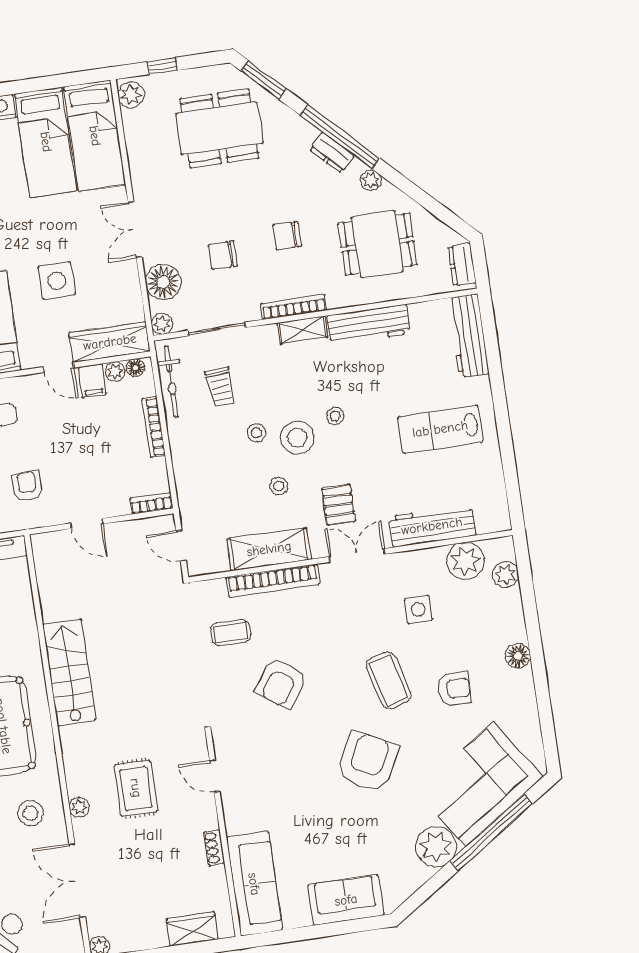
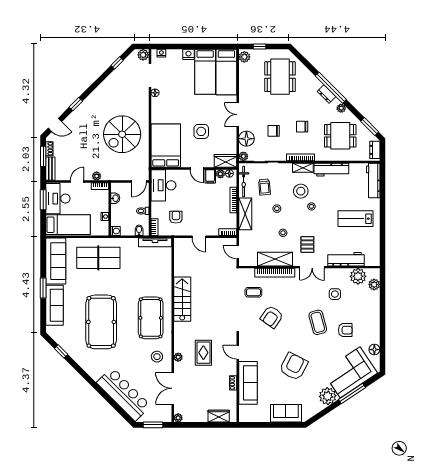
window: (264, 80) -> (370, 127), moved
dining table: (219, 128) -> (280, 77), turned 90
wardrobe: (110, 342) -> (225, 161), width x0.67
stool: (297, 438) -> (301, 191), moved
shelving: (185, 455) -> (245, 214), added
double door: (357, 555) -> (312, 267), swing flipped
floor lamp: (518, 656) -> (374, 350), moved
armchair: (368, 762) -> (294, 366), moved
window: (491, 832) -> (352, 394), width x0.68
sofa: (254, 884) -> (248, 383), moved

